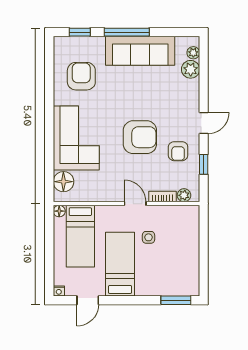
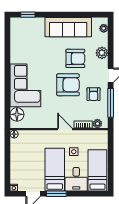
window: (127, 32) -> (59, 15), removed
plant: (191, 69) -> (102, 53), moved
armchair: (81, 76) -> (75, 58), moved, turned 90
window: (204, 164) -> (111, 103), width x2.17
bed: (80, 236) -> (97, 170), moved, turned 180
desk: (152, 278) -> (76, 179), added
window: (176, 300) -> (56, 194), moved

